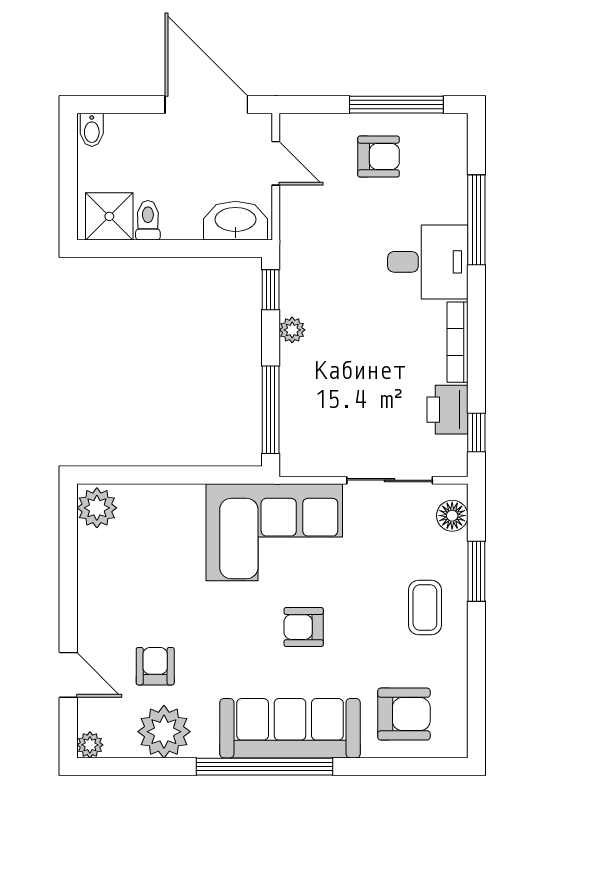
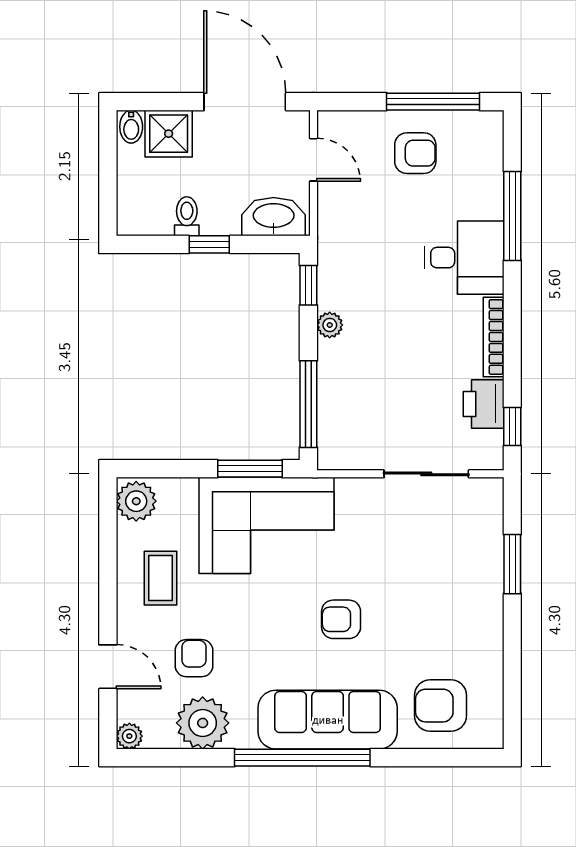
shower: (109, 216) -> (169, 134), moved
window: (171, 249) -> (209, 244), added
window: (212, 475) -> (250, 469), added
floor lamp: (452, 516) -> (488, 509), removed
corner sofa: (274, 532) -> (267, 525), moved
coffee table: (425, 608) -> (161, 578), moved
armchair: (404, 714) -> (440, 706), turned 180

